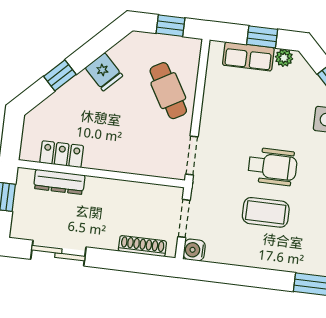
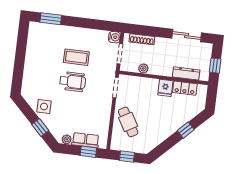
window: (262, 37) -> (88, 152), moved
fridge: (104, 72) -> (165, 88), moved, turned -135
wheelchair: (273, 167) -> (73, 82), turned 180
plant: (140, 191) -> (143, 68), added

